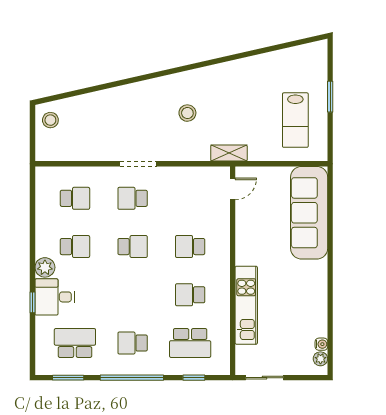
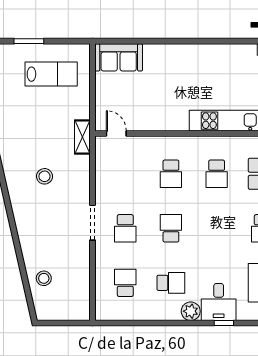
stool: (50, 120) -> (44, 278), moved
sofa: (309, 213) -> (119, 57), width x0.54, depth x0.79
school desk: (75, 247) -> (171, 283), turned 90

